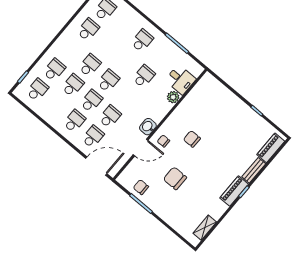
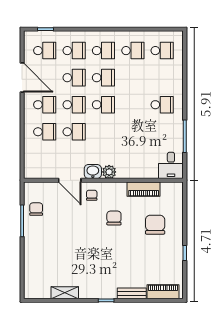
school desk: (144, 76) -> (103, 51), moved
desk: (180, 80) -> (171, 165), moved
plant: (173, 97) -> (109, 172), moved
door: (96, 166) -> (22, 77), moved
chair: (175, 178) -> (155, 225), moved
piano: (234, 191) -> (144, 189), moved, turned 180
shelving: (205, 228) -> (65, 293), moved

